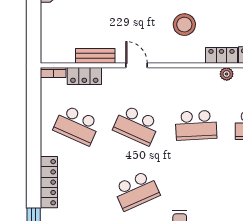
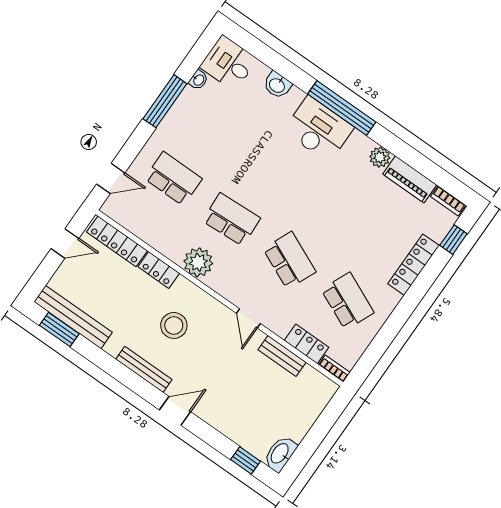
plant: (227, 74) -> (198, 262), moved, width x1.87, depth x1.87
school desk: (136, 191) -> (334, 197), removed

